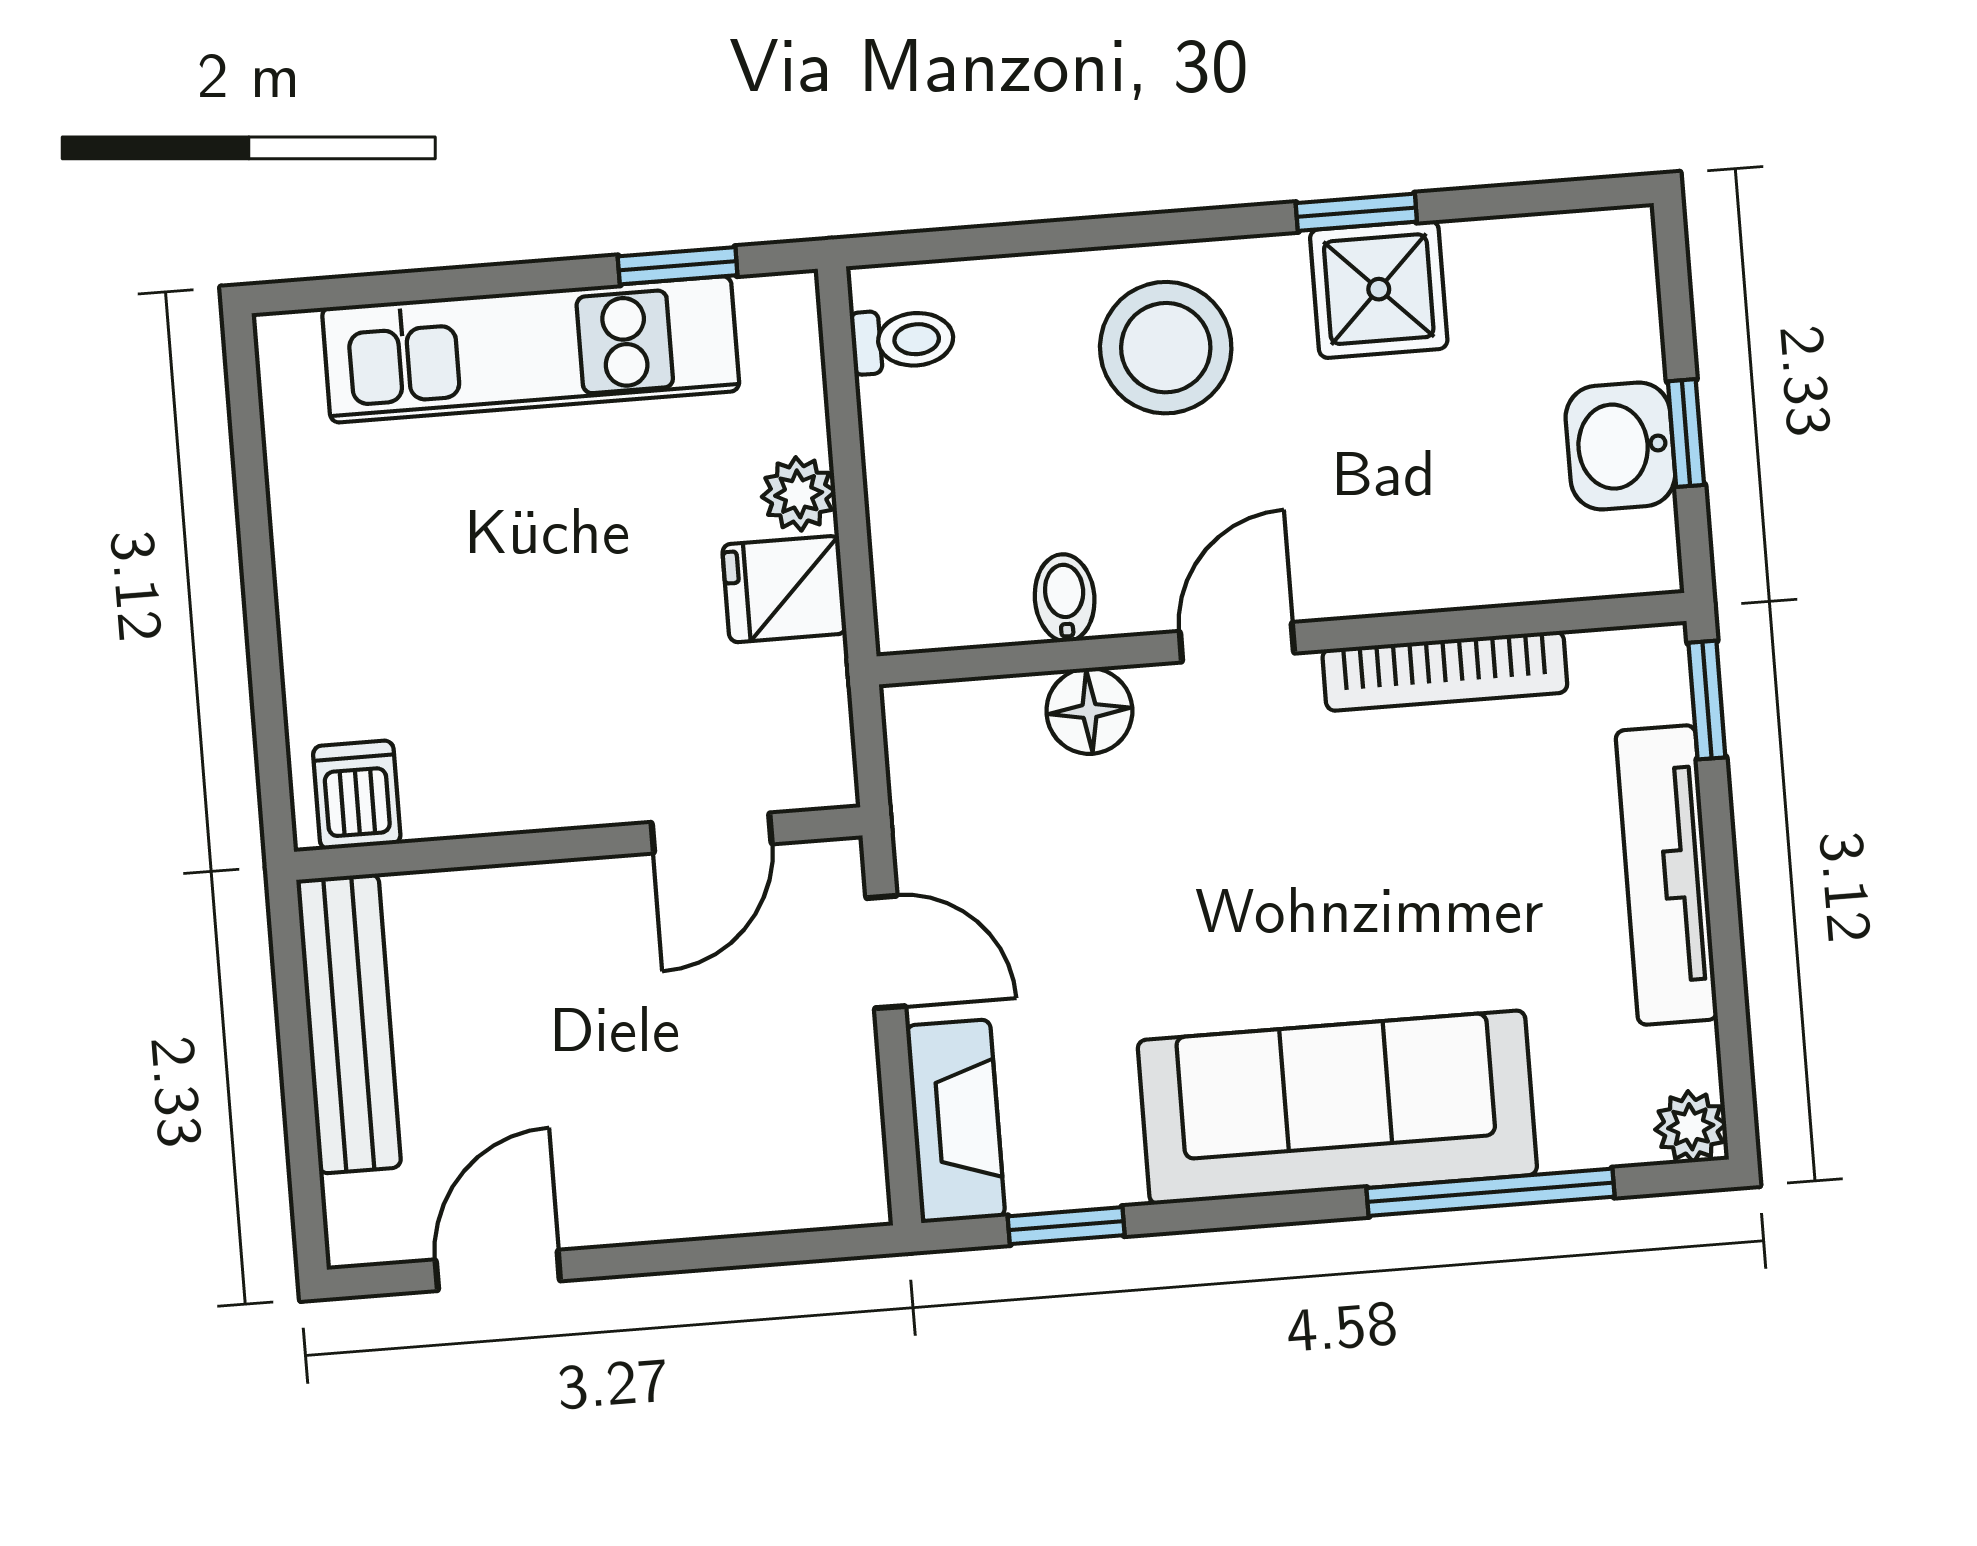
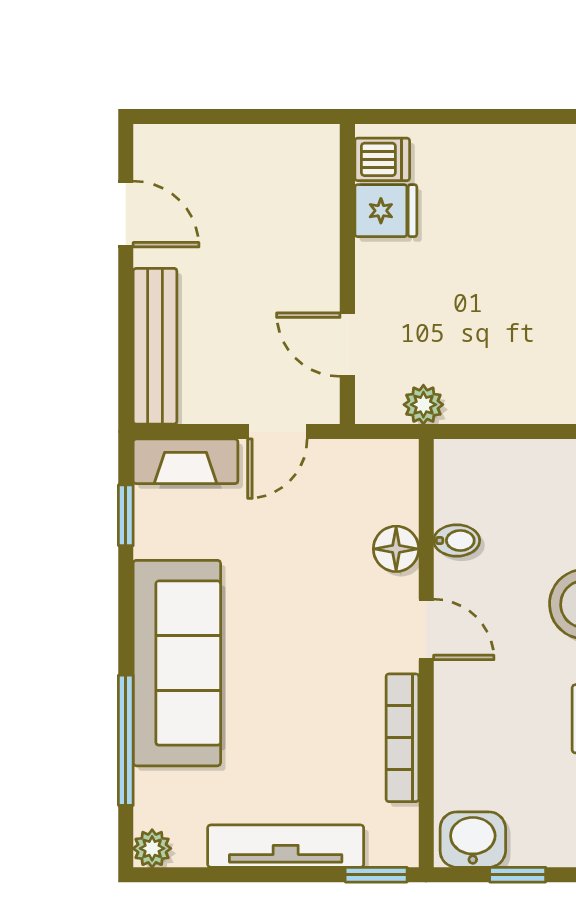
washbasin: (1620, 446) -> (473, 840), moved
plant: (799, 494) -> (423, 405), moved
fridge: (784, 589) -> (386, 211), moved, turned 90
bench: (349, 1024) -> (155, 346), moved, turned 90

